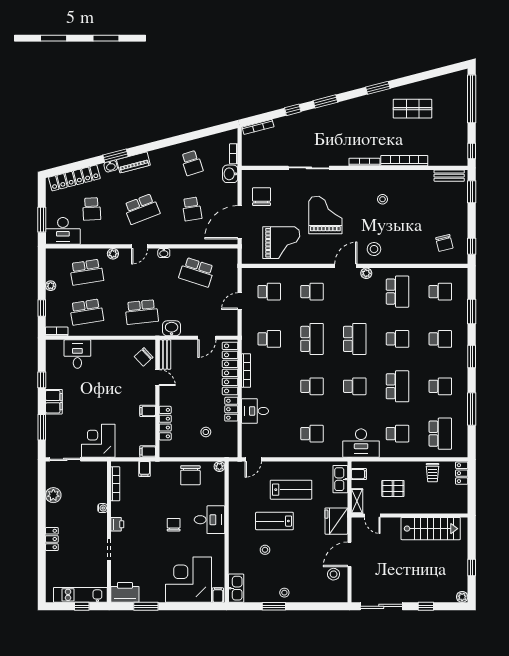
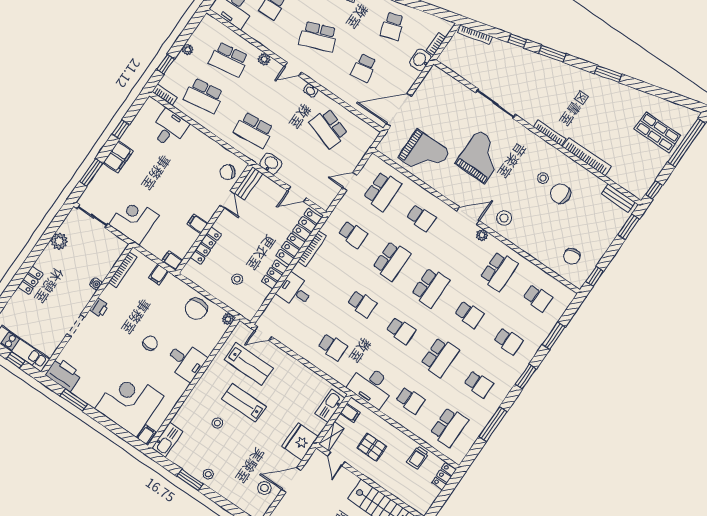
shop shelf: (413, 109) -> (657, 132), moved
chair: (262, 197) -> (561, 194), moved, turned -90
school desk: (269, 292) -> (382, 191), width x1.85
lab bench: (291, 490) -> (249, 364), moved

